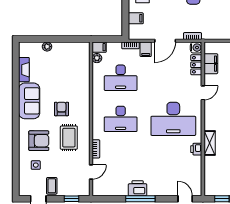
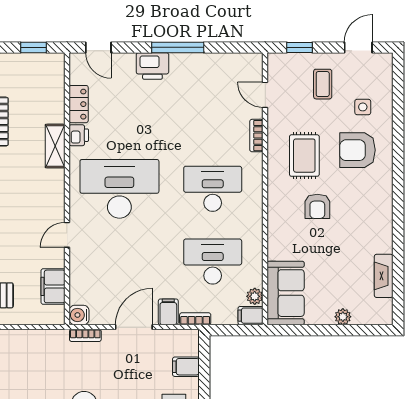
locker: (196, 65) -> (79, 104), moved
sofa: (29, 101) -> (286, 293), moved, turned 180
door: (91, 172) -> (265, 95), hinge flipped
coffee table: (52, 186) -> (323, 84), moved
printer: (138, 188) -> (152, 66), moved

